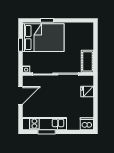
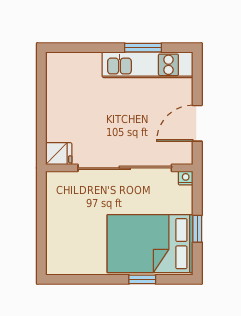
cot: (87, 61) -> (58, 194), removed
fridge: (87, 91) -> (59, 154), moved
dishwasher: (87, 124) -> (59, 65), removed

